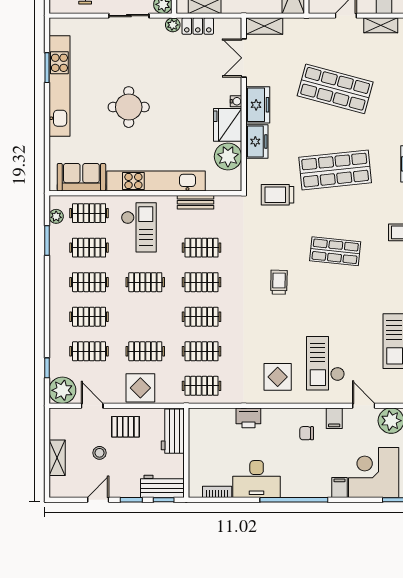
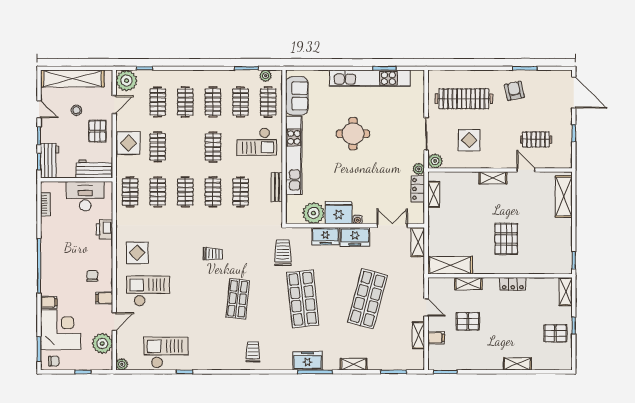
shelving: (57, 458) -> (73, 79), width x2.20, depth x1.33
desk: (257, 479) -> (85, 196), moved, turned 90

